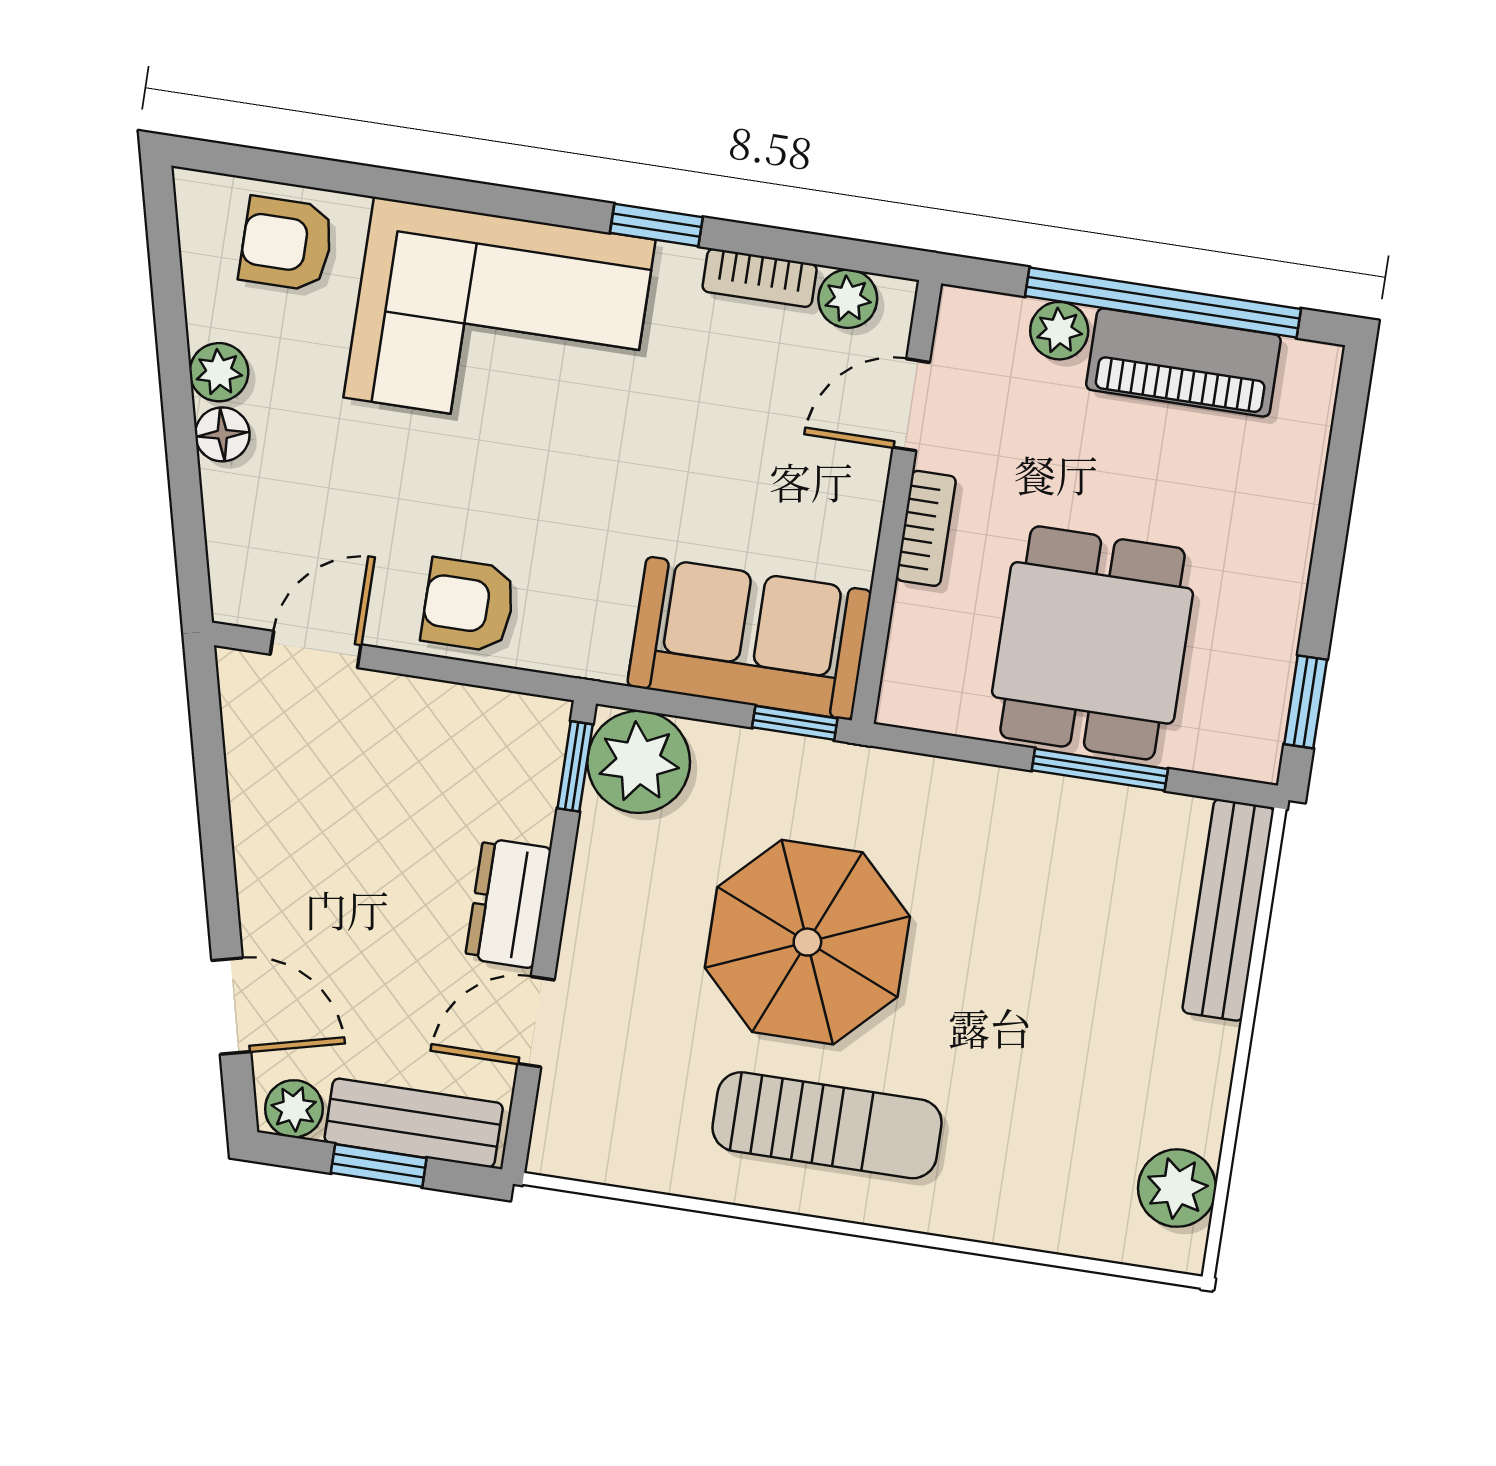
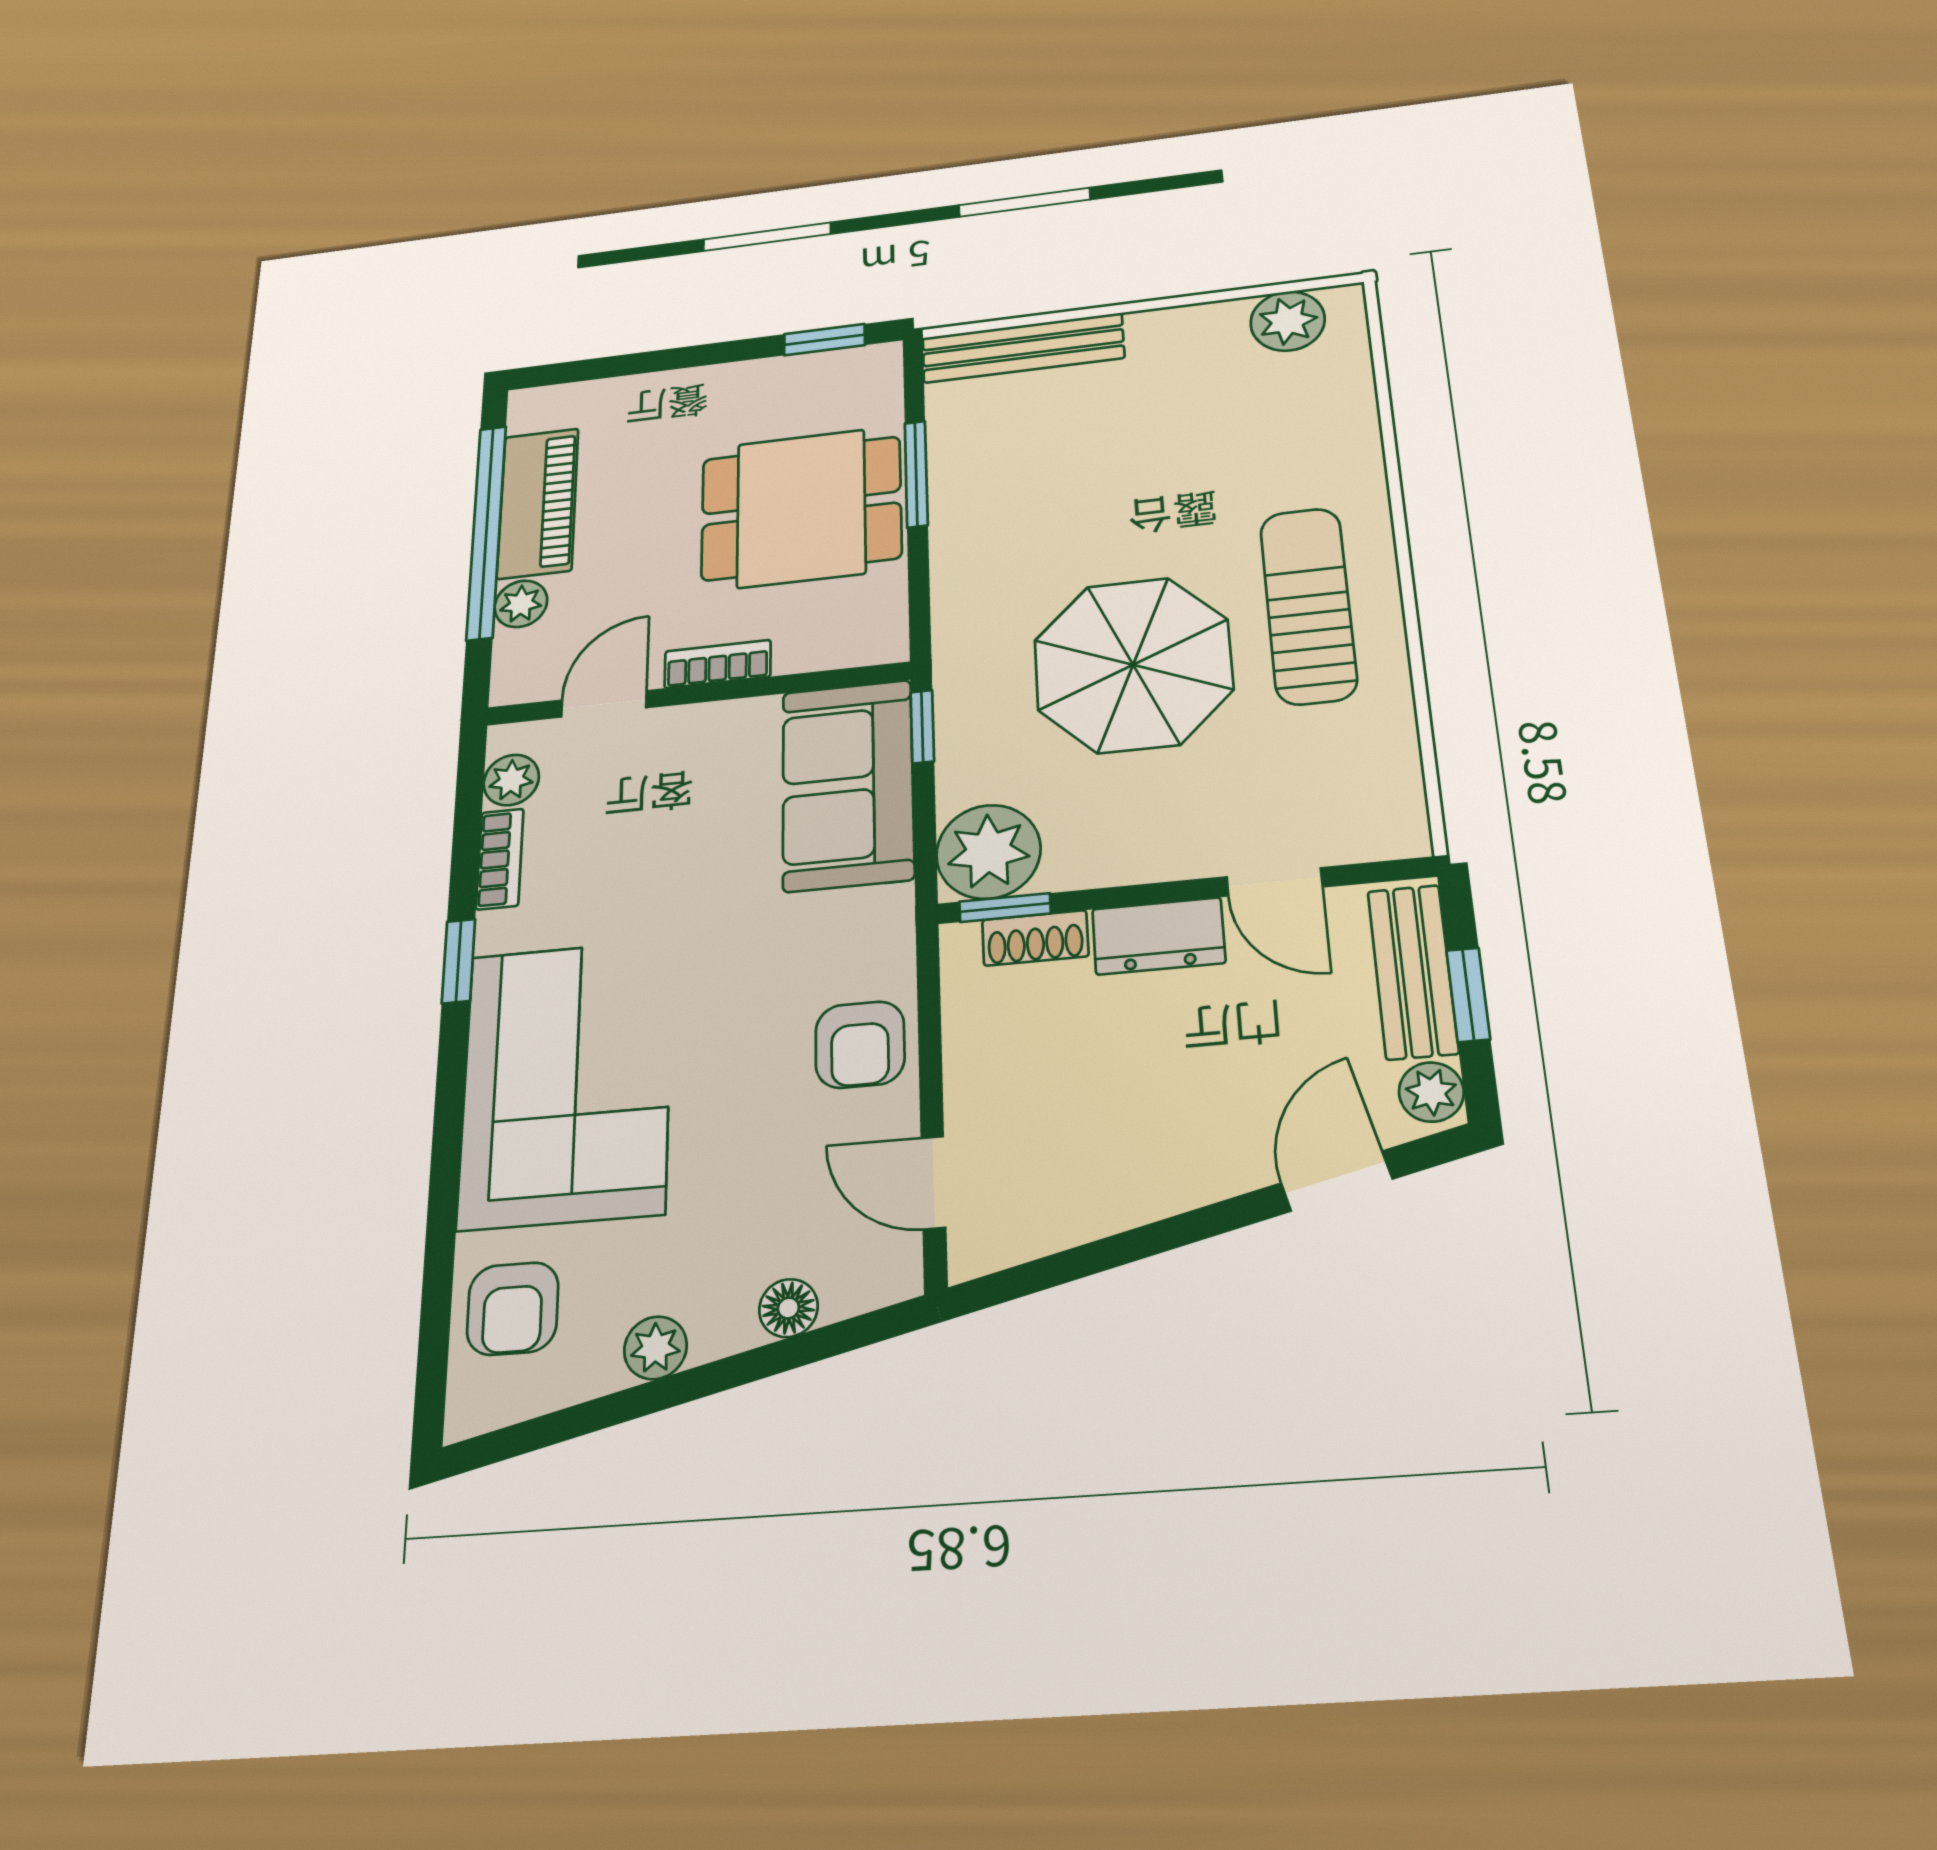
door: (911, 405) -> (604, 704), swing flipped
floor lamp: (222, 434) -> (788, 1308), moved
shoe rack: (536, 789) -> (1035, 938), added

